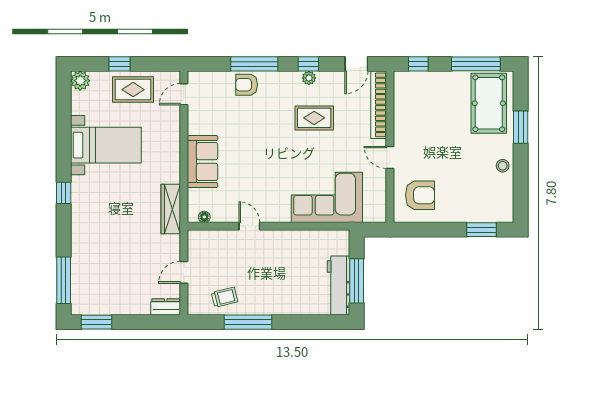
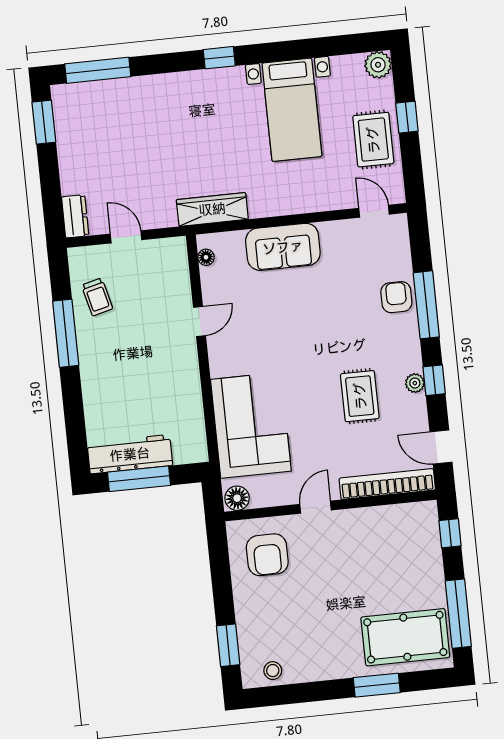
stool: (503, 166) -> (273, 671), moved
floor lamp: (378, 213) -> (237, 498), added

